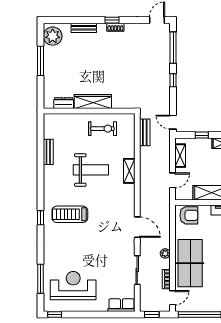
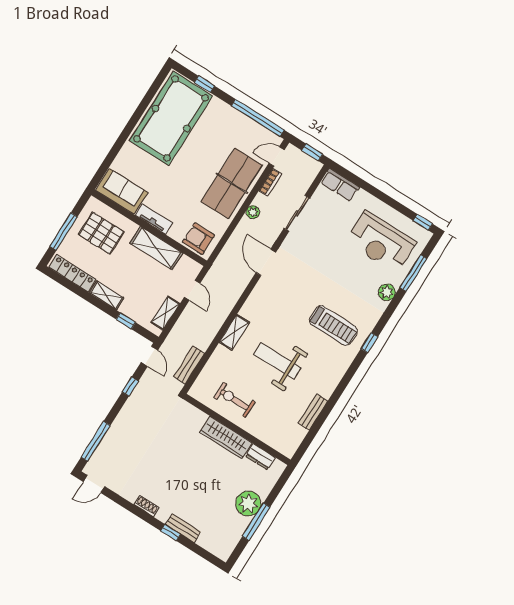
window: (112, 20) -> (171, 533), moved
plant: (53, 36) -> (248, 504), moved
window: (173, 80) -> (130, 387), moved
door: (172, 180) -> (192, 290), swing flipped
plant: (50, 256) -> (387, 292), added

